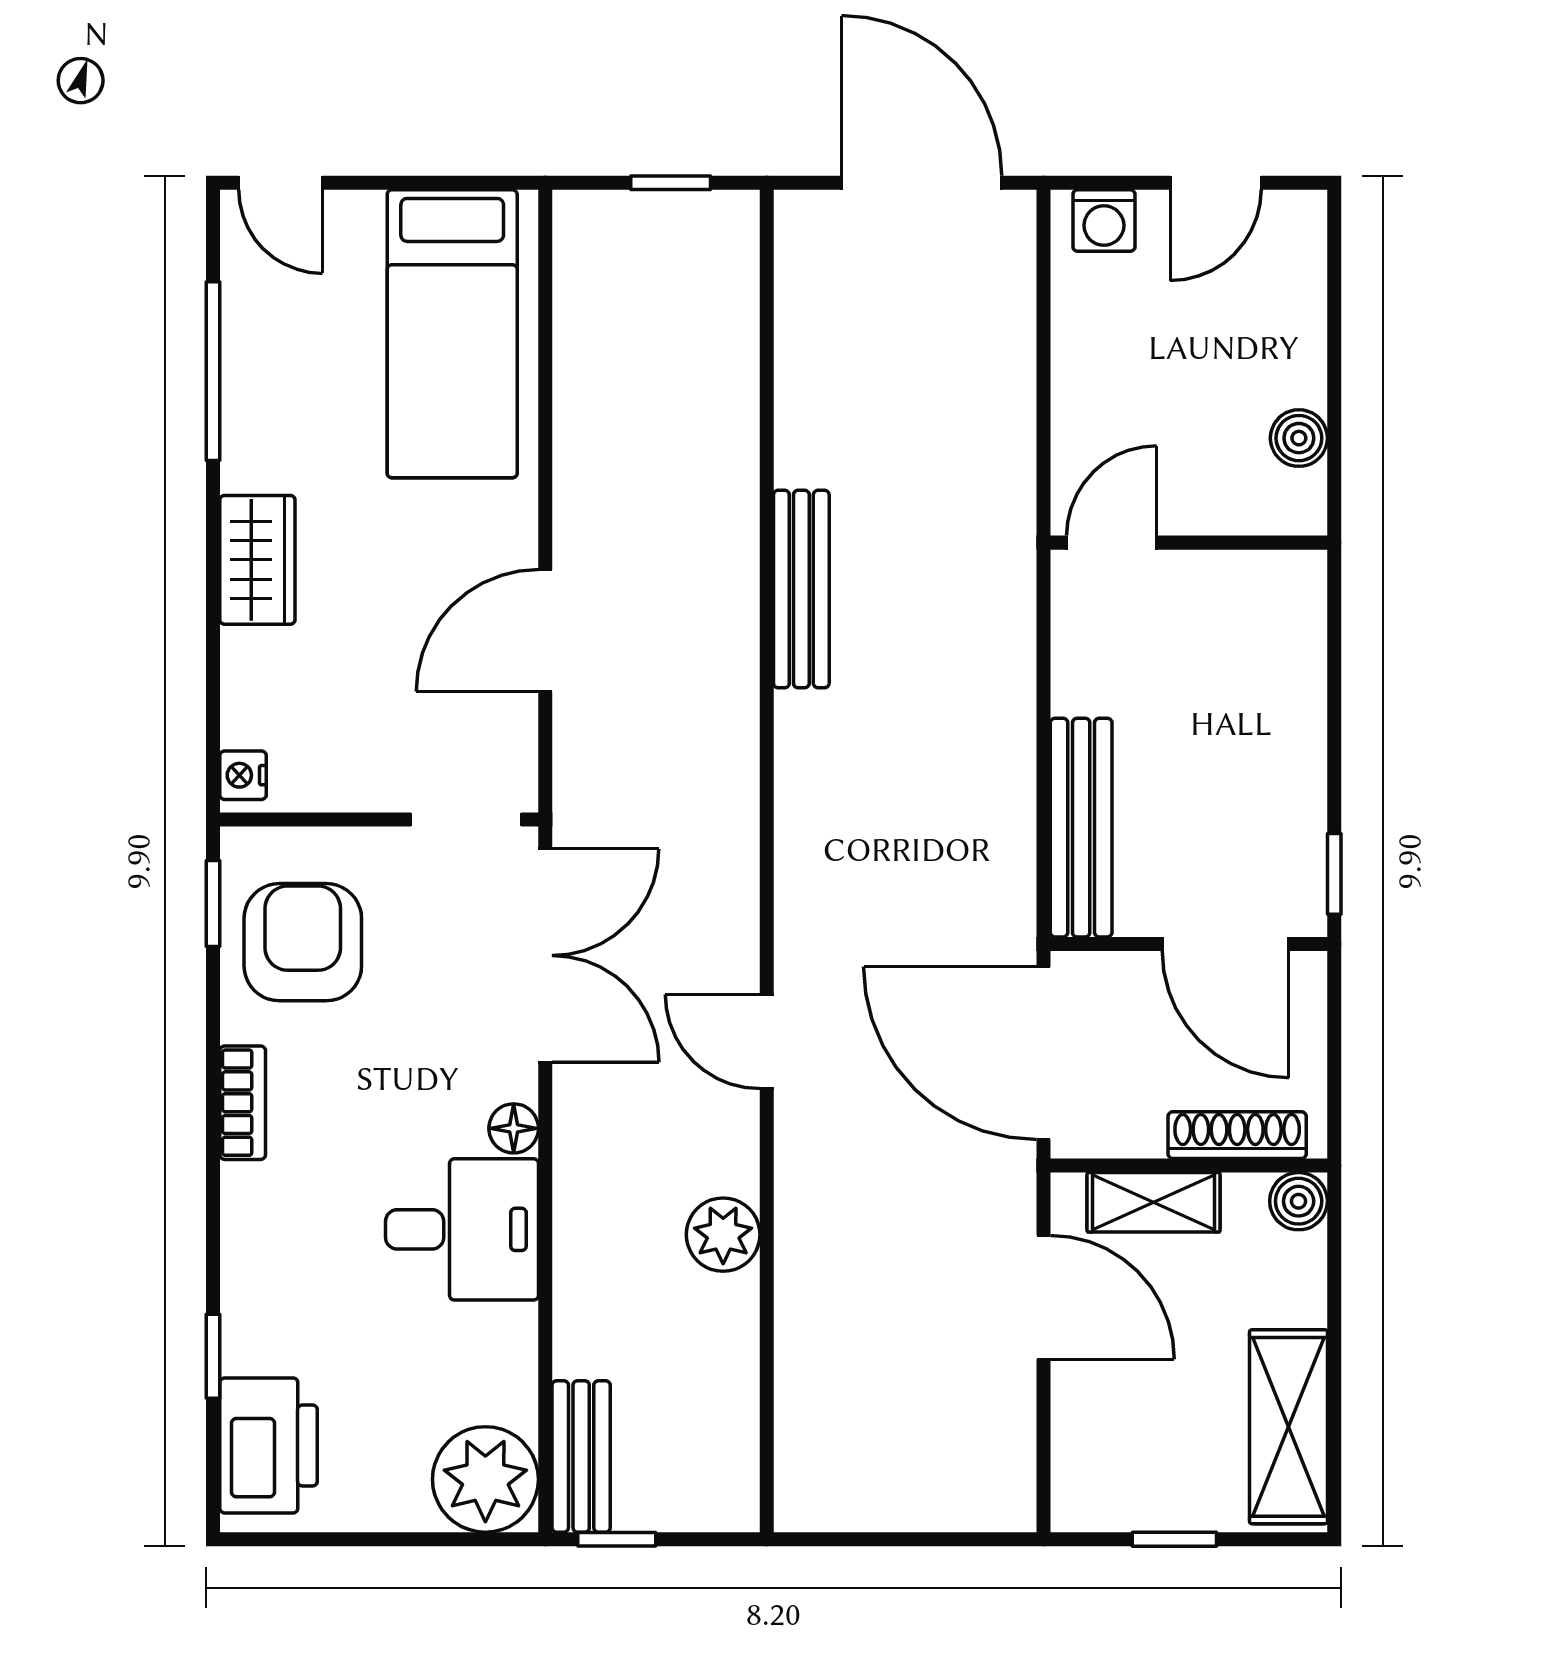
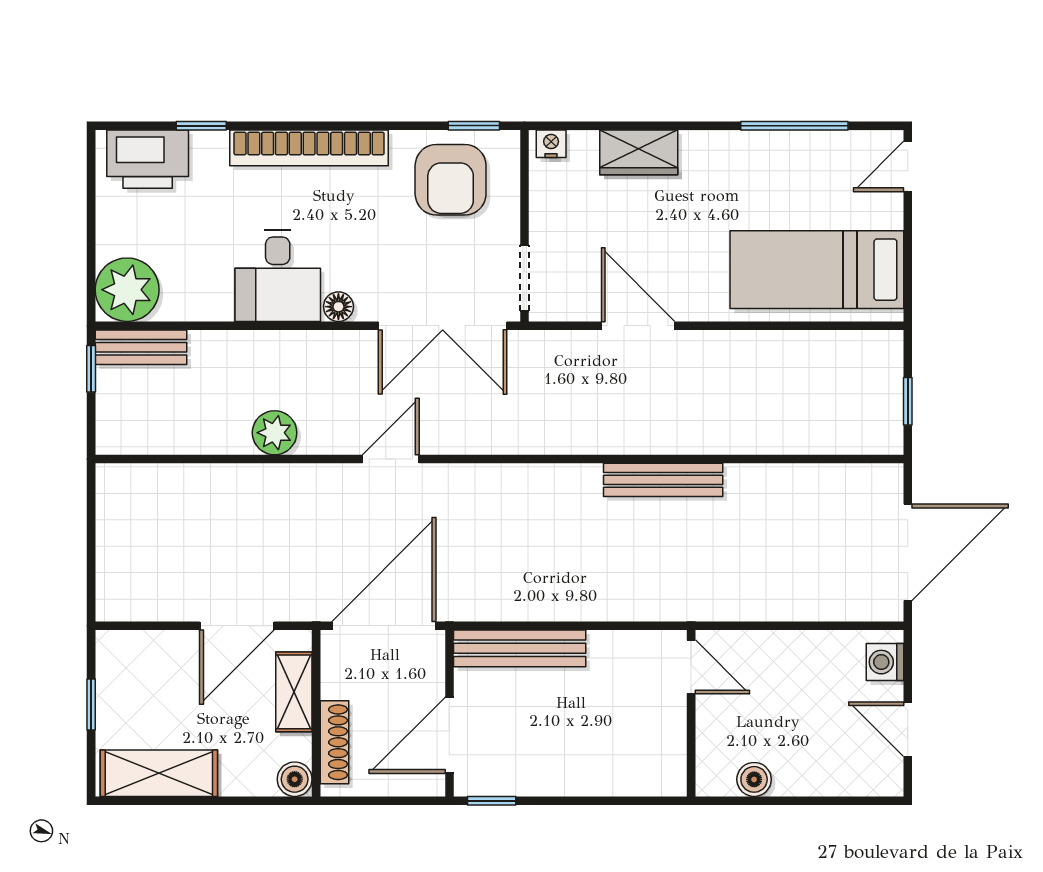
wardrobe: (257, 560) -> (639, 152), moved
armchair: (303, 942) -> (451, 180), turned 90
bookcase: (243, 1103) -> (309, 148), width x2.31, depth x1.31

